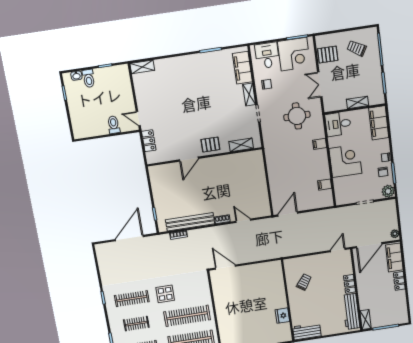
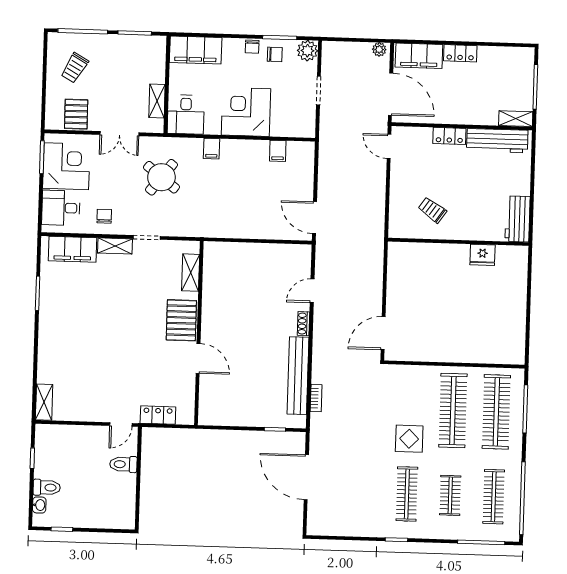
shelving: (358, 102) -> (157, 101), moved
round table: (297, 116) -> (161, 177), turned 38
pallet: (210, 145) -> (181, 320), width x1.50, depth x1.42

